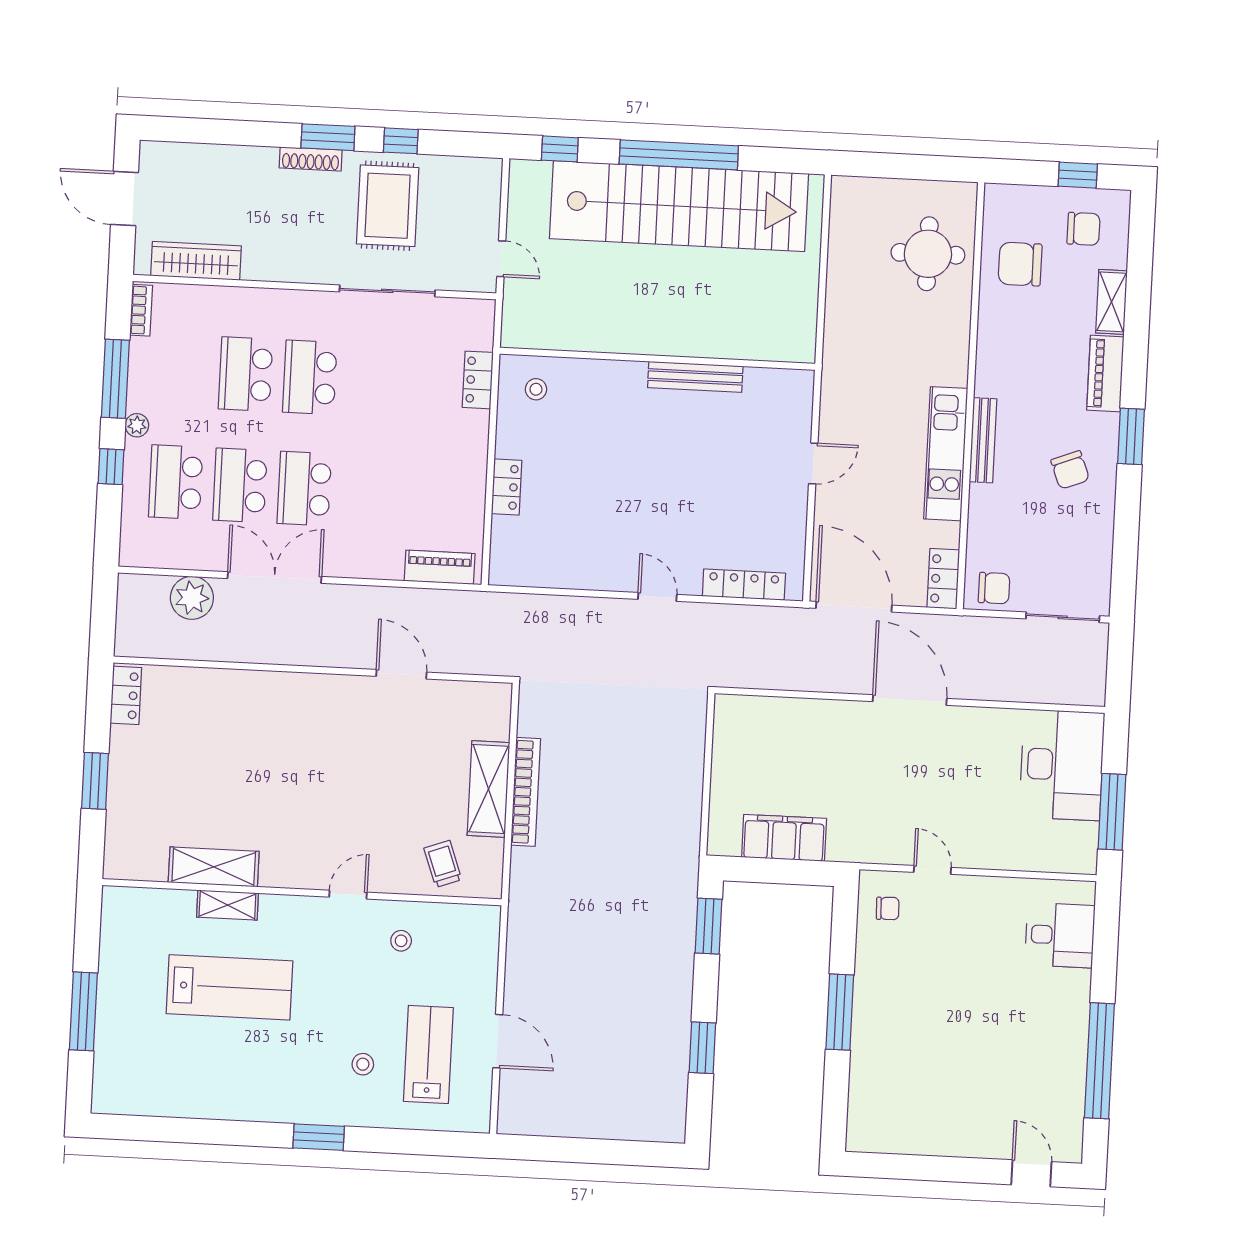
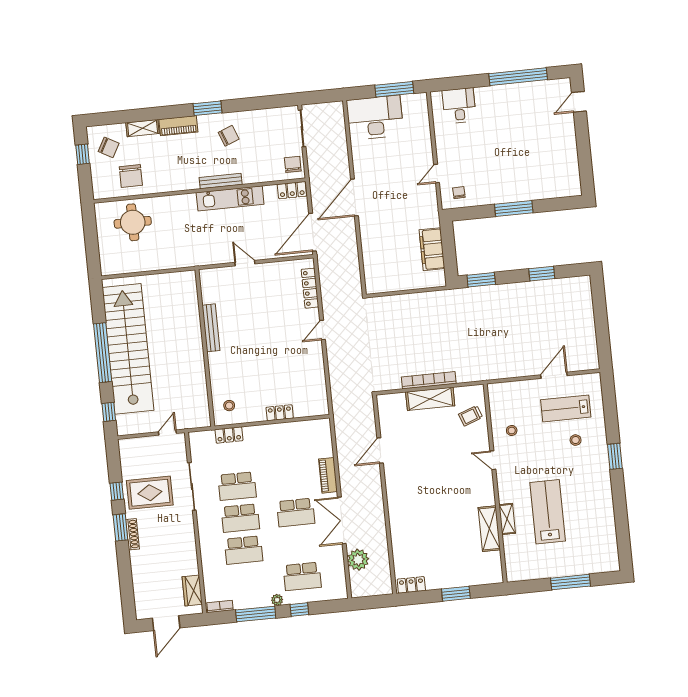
chair: (1083, 229) -> (109, 147), turned 119
wardrobe: (196, 261) -> (192, 590), width x0.67
school desk: (240, 485) -> (237, 486), moved
piano: (440, 567) -> (328, 475), moved

